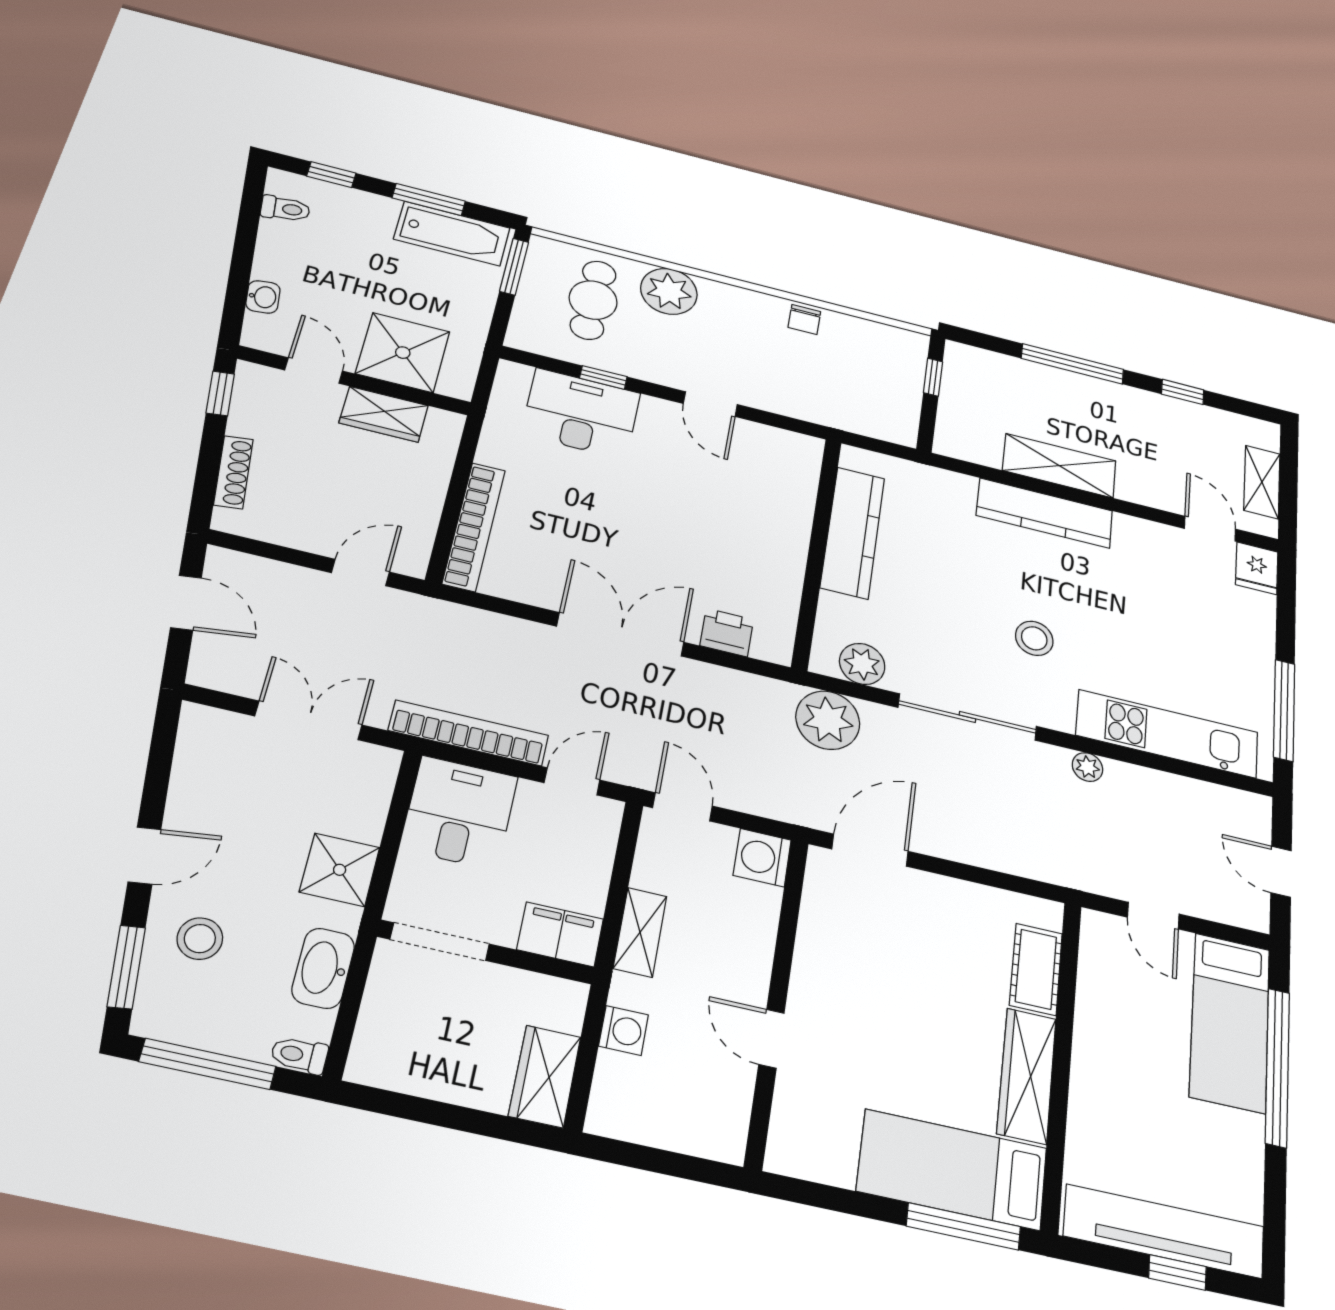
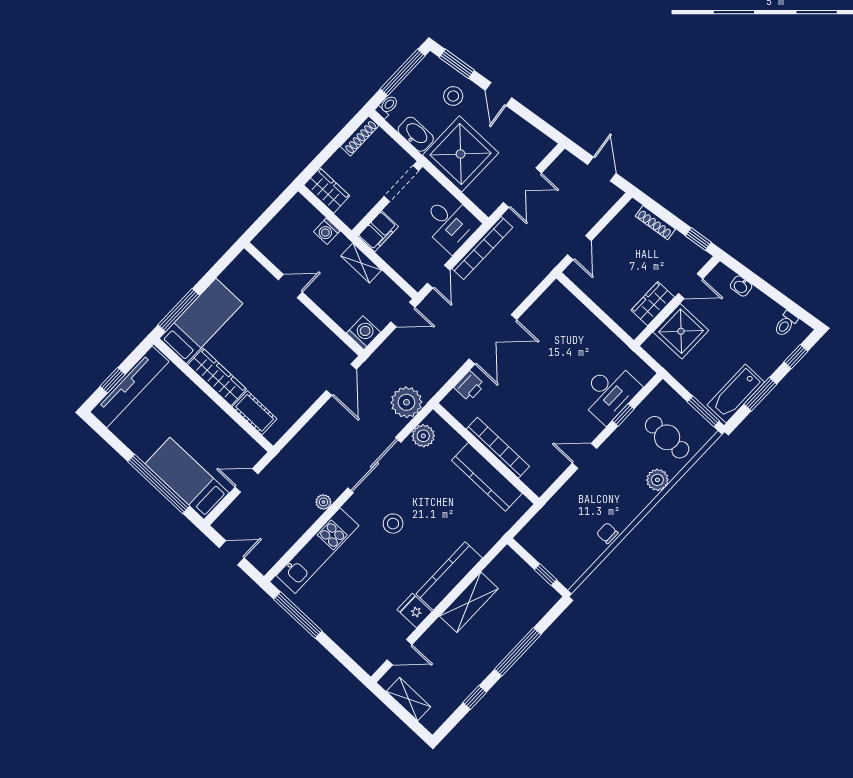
plant: (669, 291) -> (657, 480), width x0.73, depth x0.73
bookcase: (474, 527) -> (498, 448), moved, turned 180
fridge: (1257, 568) -> (415, 611), moved
door: (186, 603) -> (602, 169), swing flipped
shower: (340, 870) -> (461, 154), width x1.86, depth x1.86
shoe rack: (394, 1075) -> (360, 136), added

